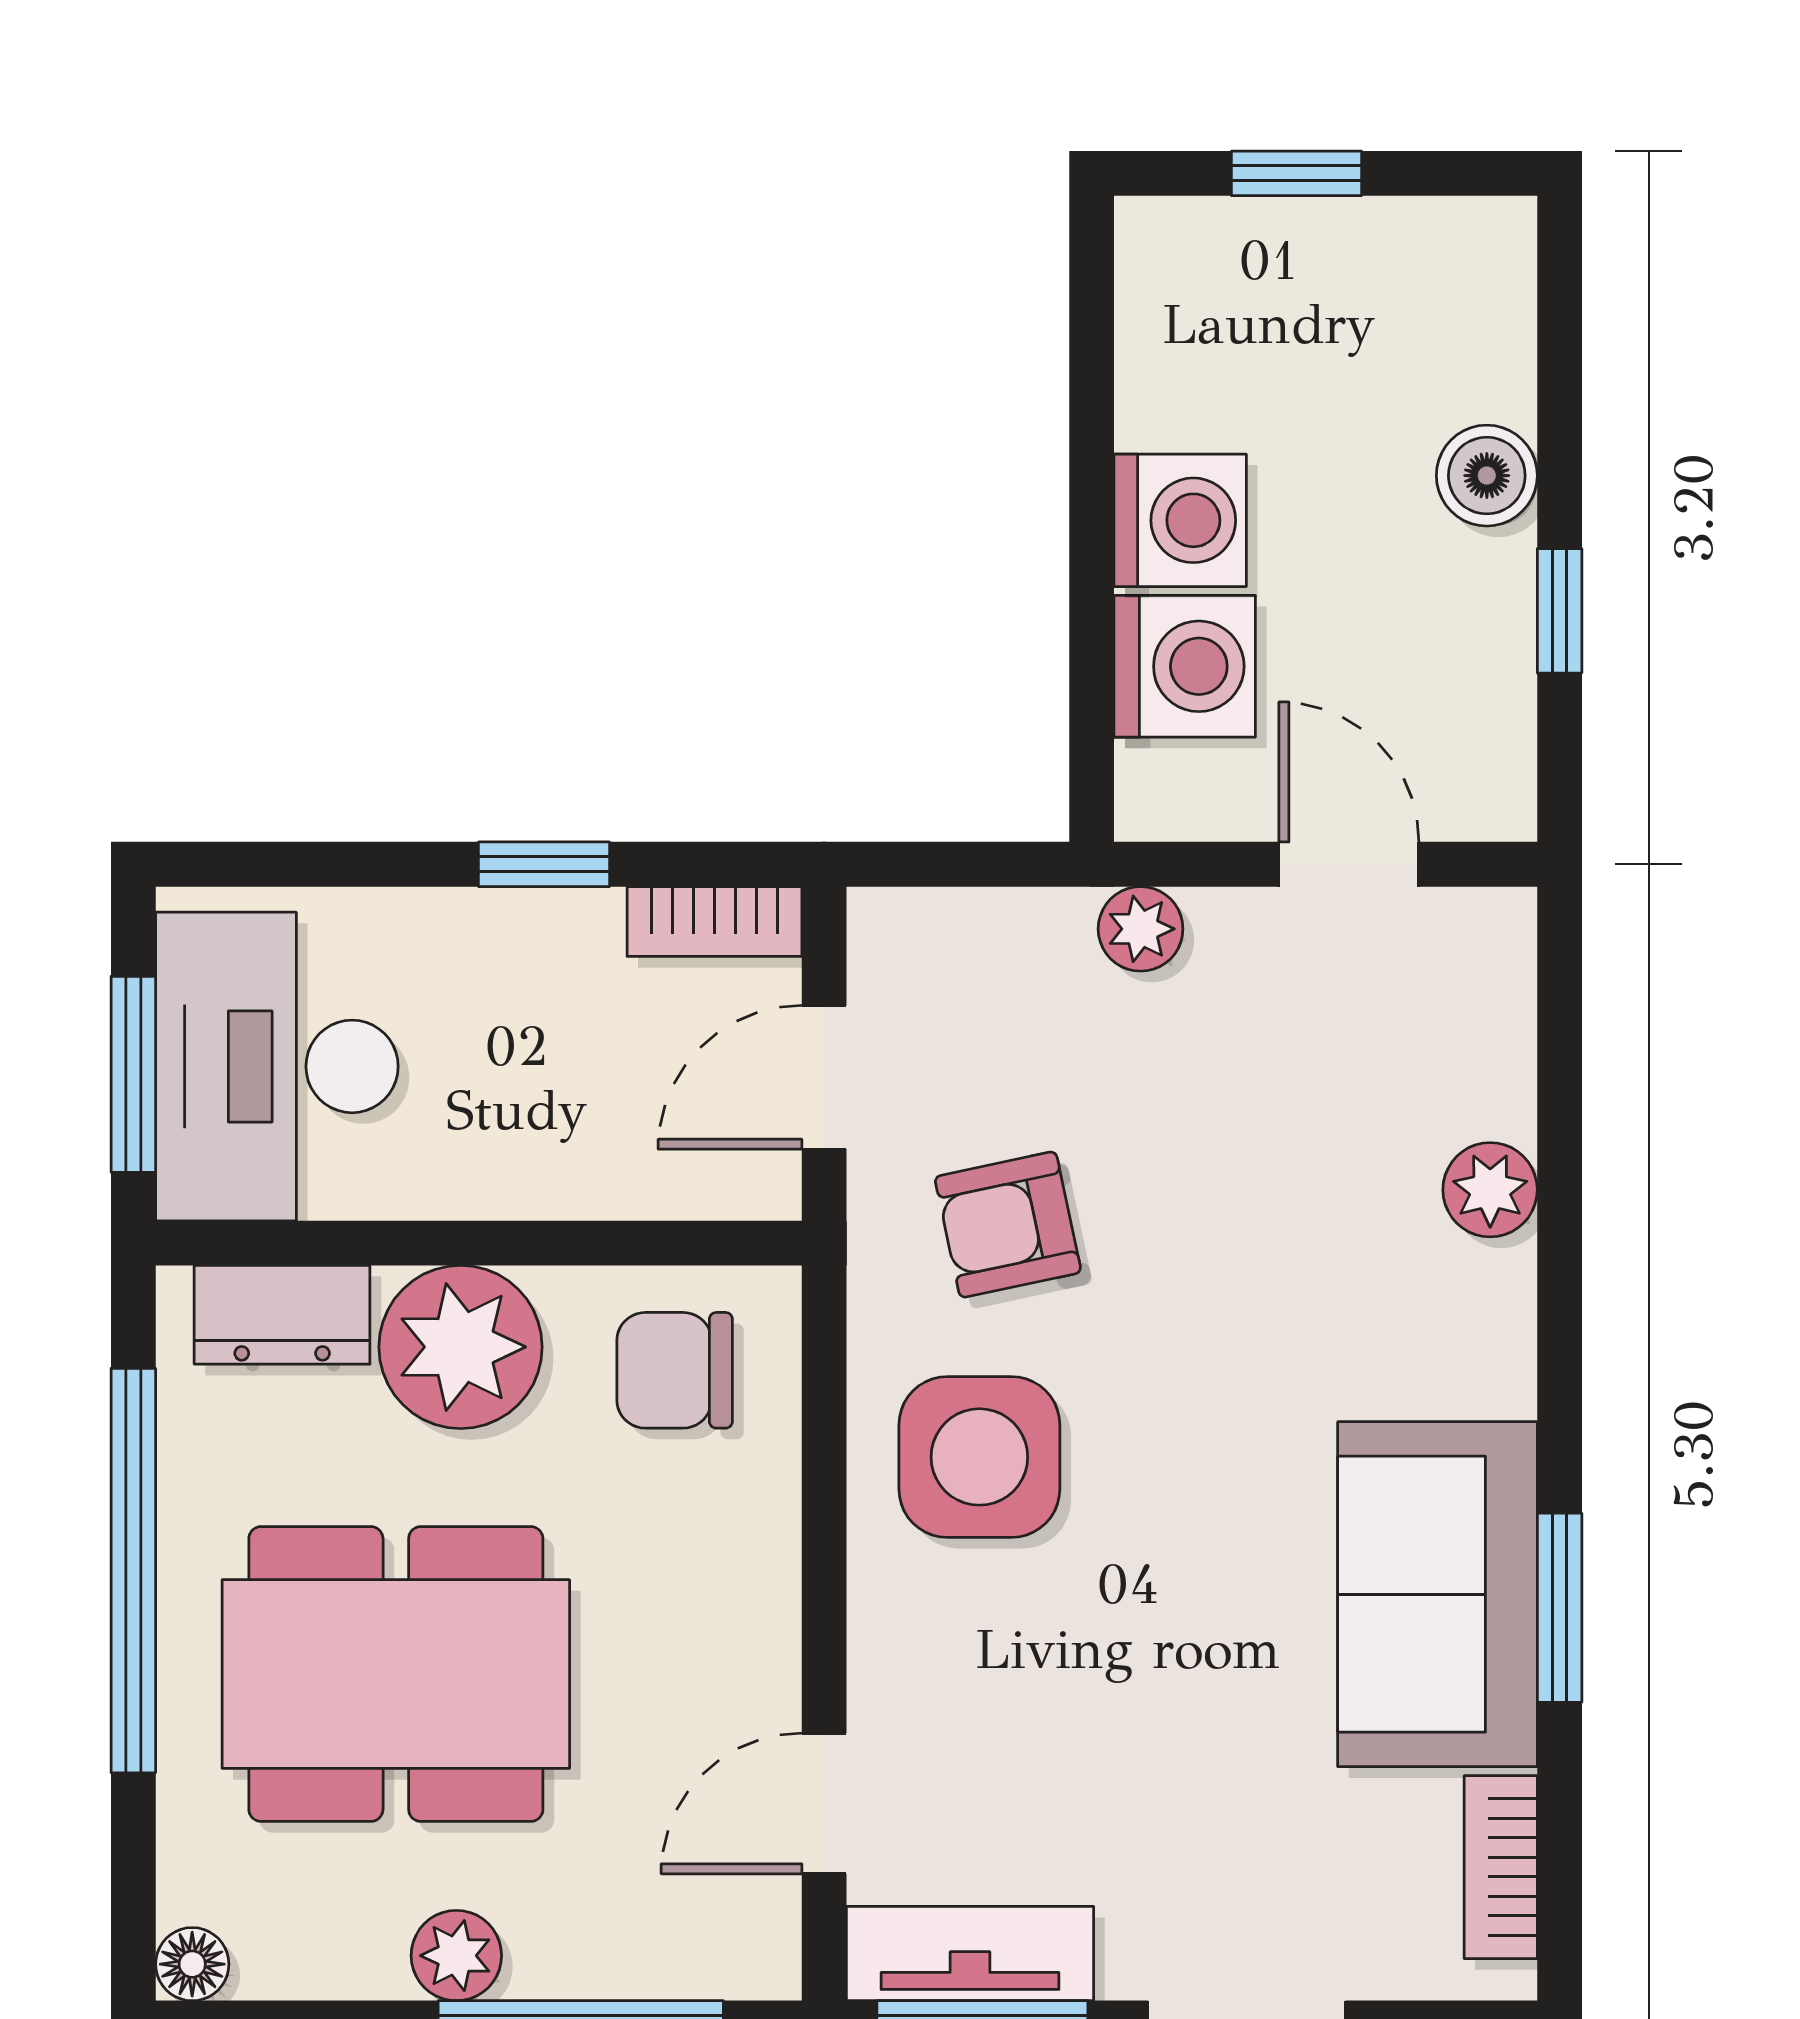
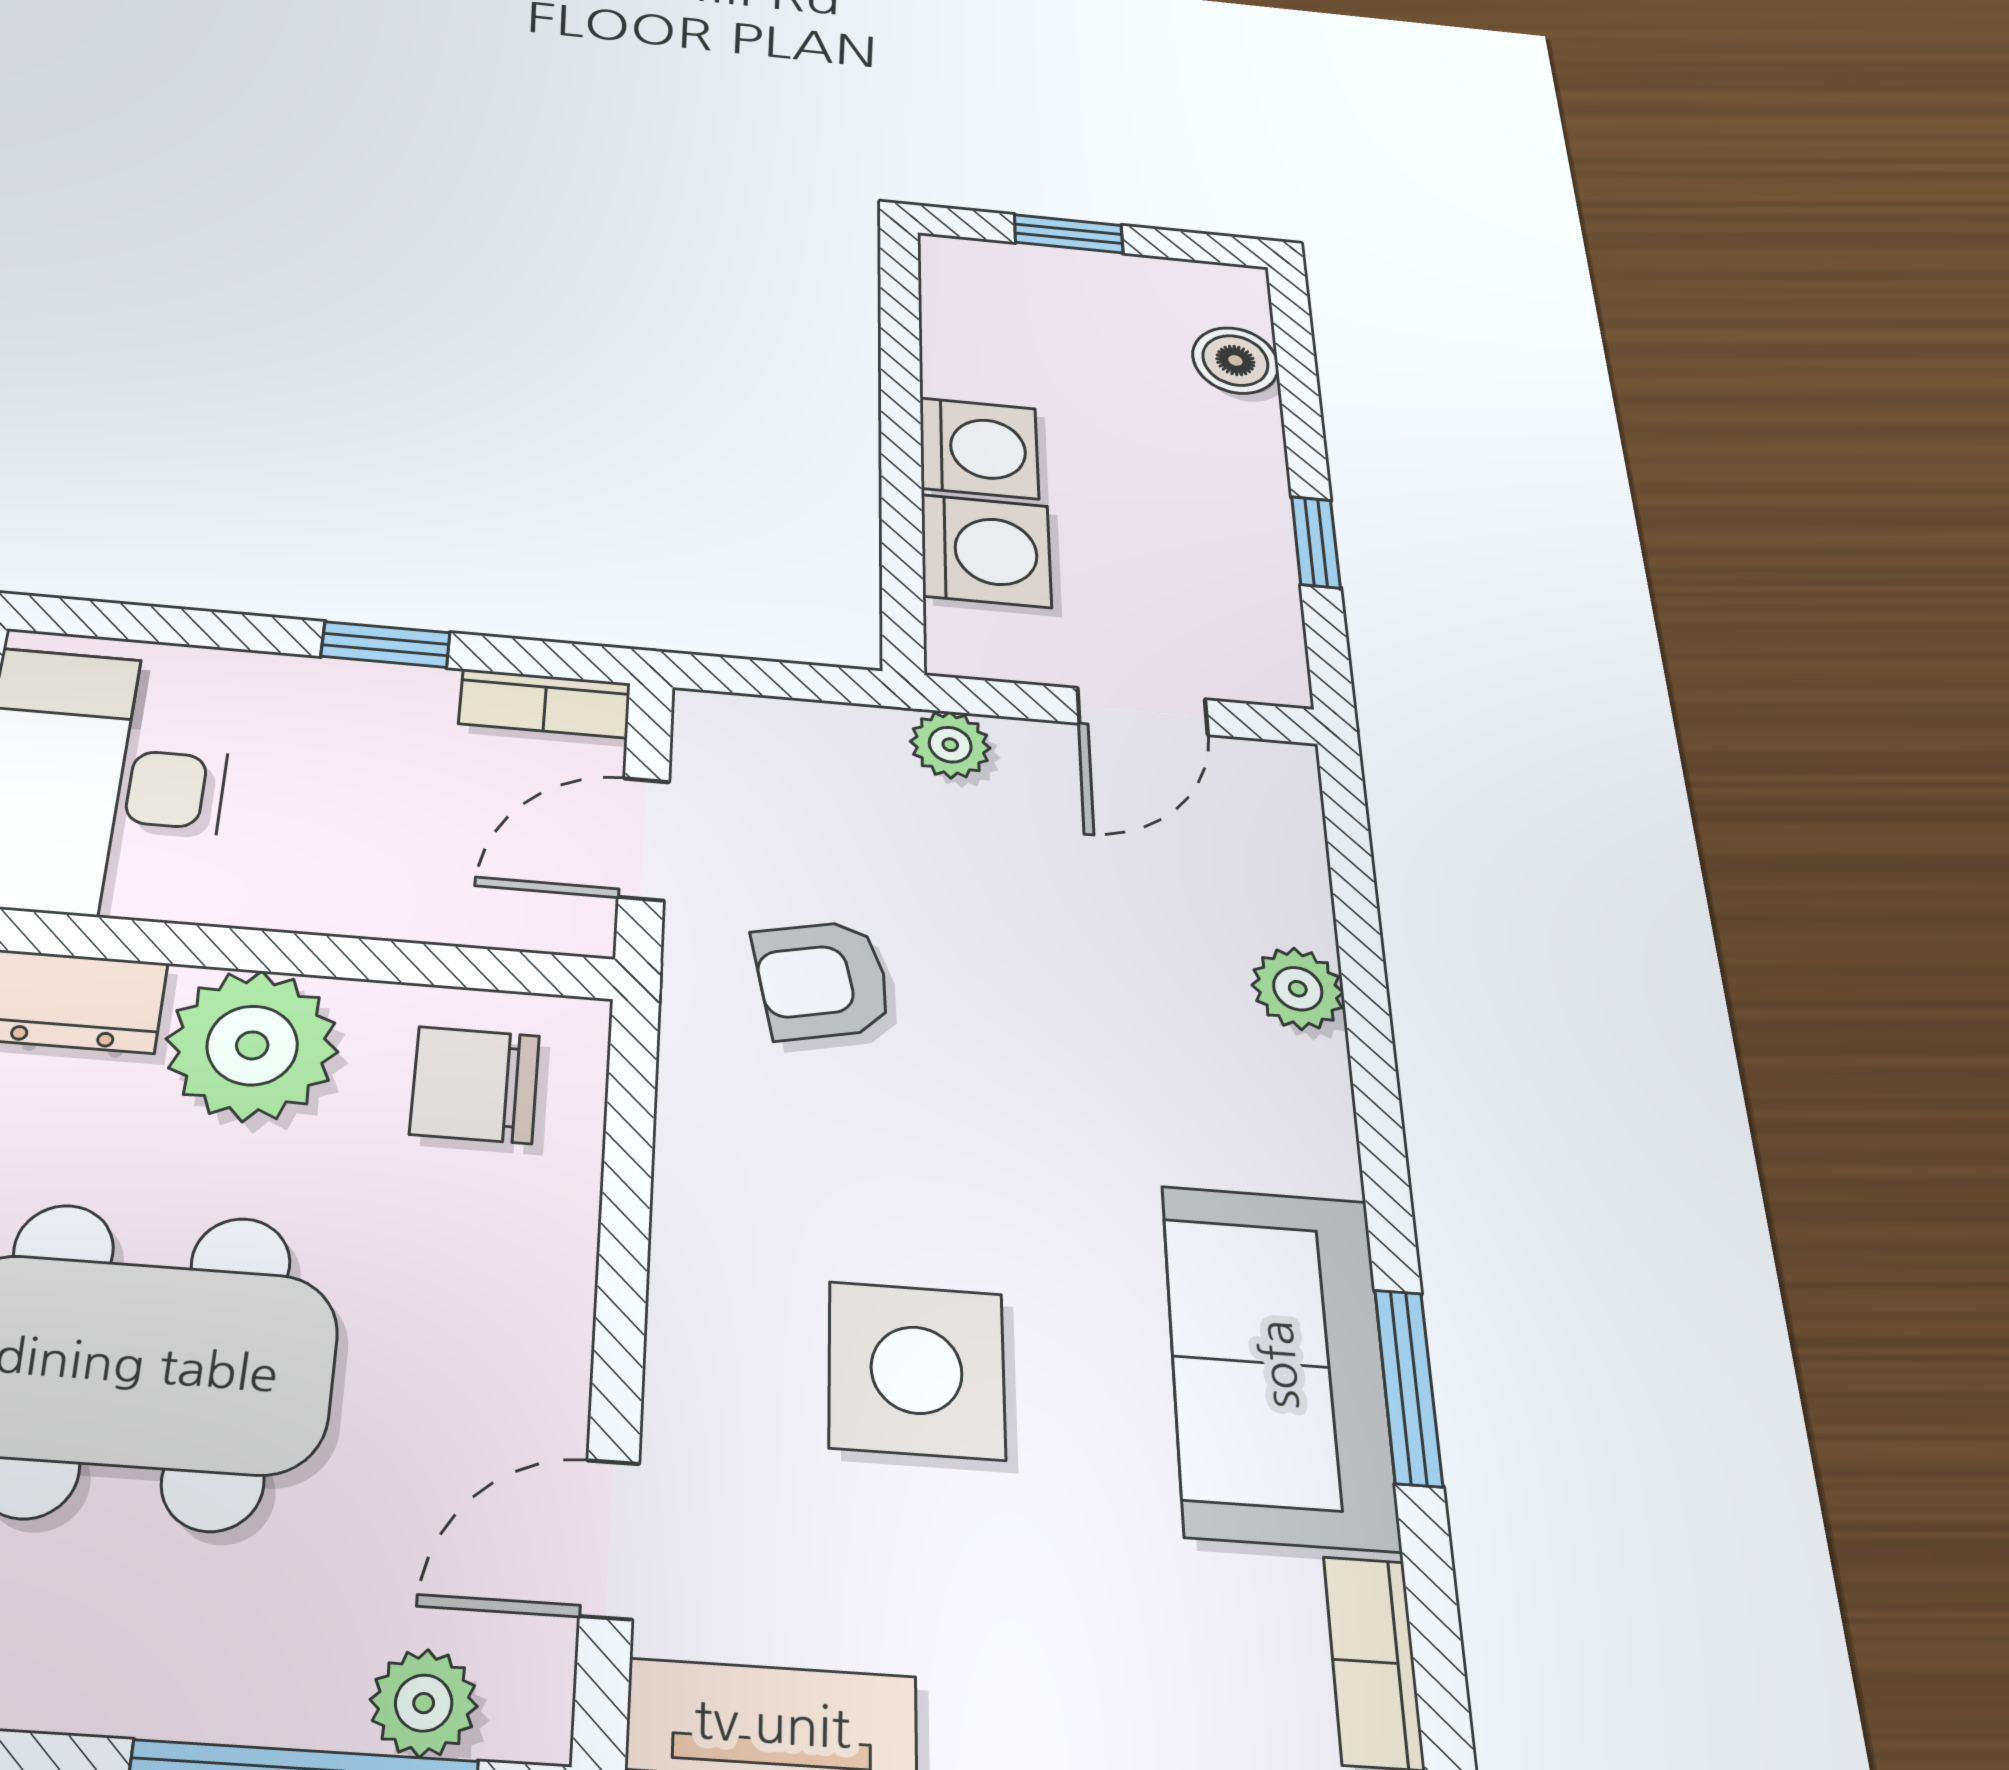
boiler: (1487, 476) -> (1235, 360), moved
door: (1349, 864) -> (1143, 711), swing flipped
side table: (979, 1457) -> (917, 1370), moved
plant: (456, 1956) -> (424, 1703), moved

